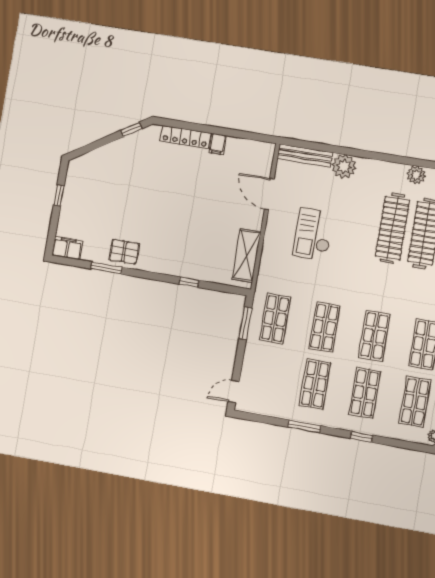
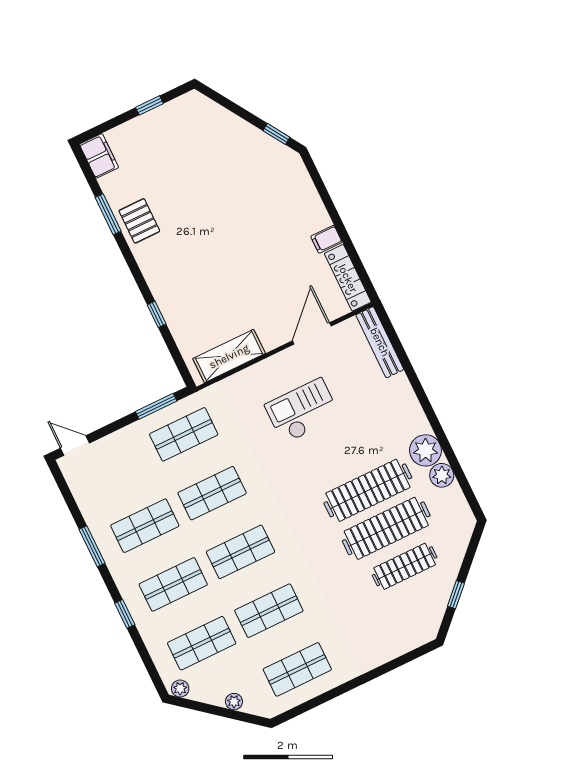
locker: (185, 137) -> (348, 278), moved
plant: (344, 166) -> (425, 450), moved

